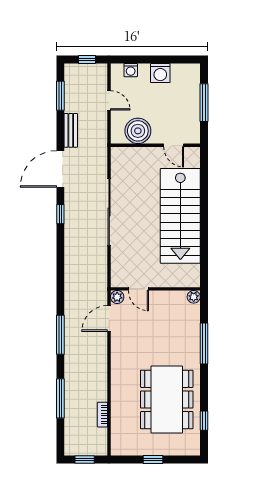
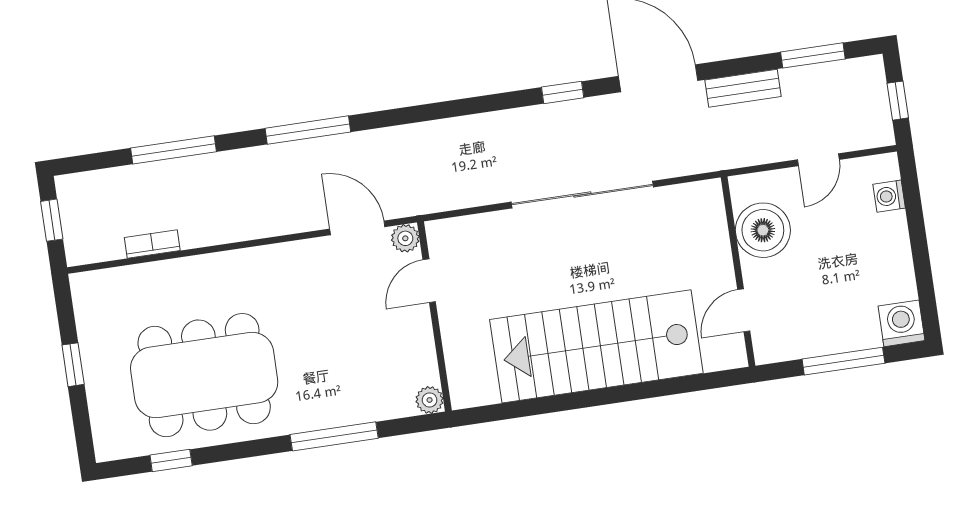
washing machine: (160, 73) -> (901, 323), moved, turned 90

